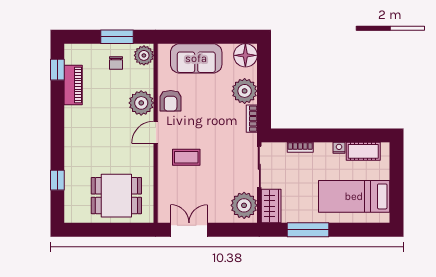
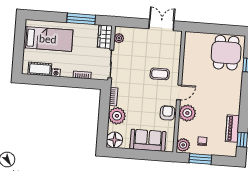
dining table: (116, 196) -> (226, 53), moved, turned 90
plant: (244, 205) -> (119, 38), width x0.53, depth x0.53
double door: (189, 230) -> (161, 25), swing flipped

